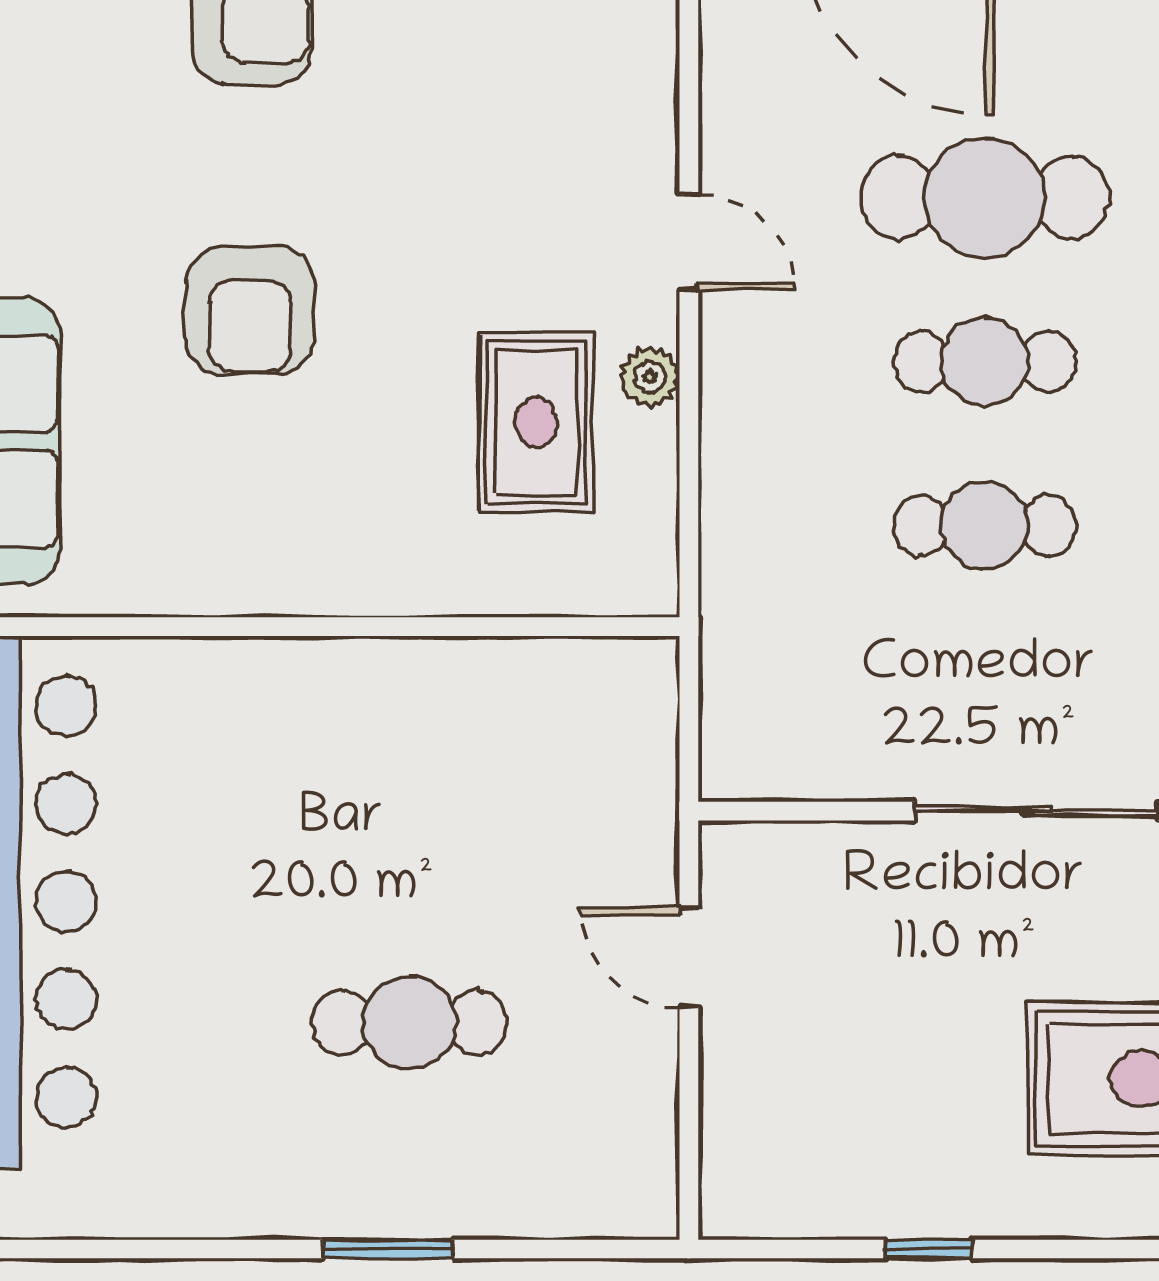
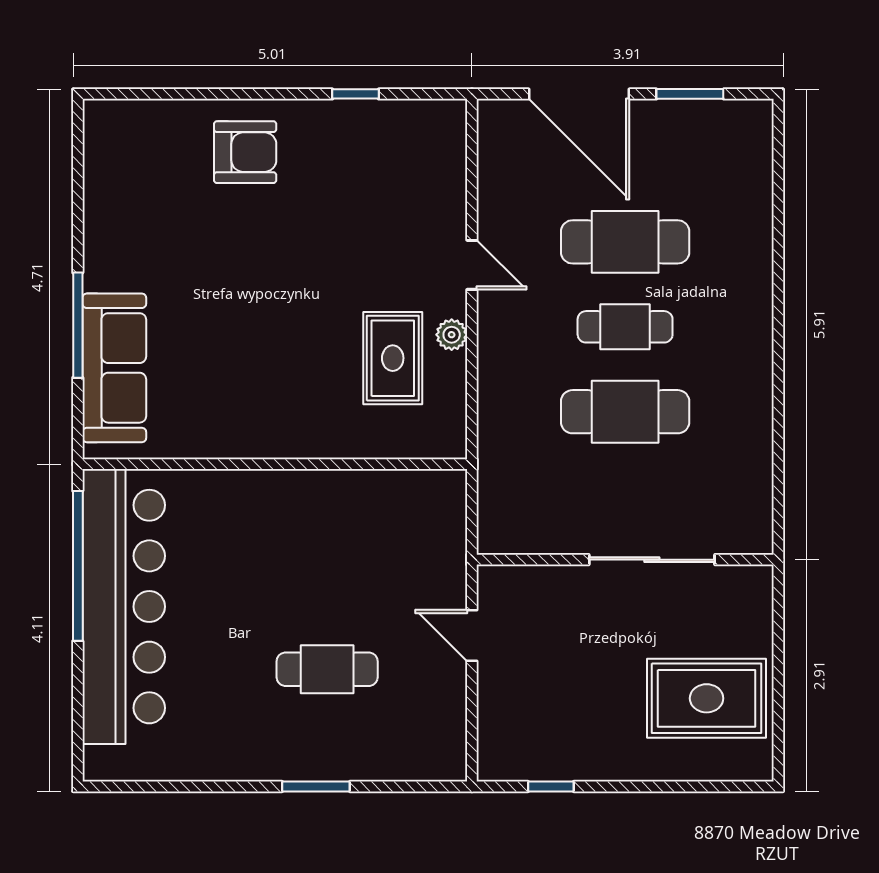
armchair: (250, 310) -> (244, 300), removed
cafe table: (985, 526) -> (625, 412), width x1.37, depth x1.35
window: (929, 1249) -> (551, 786), moved

